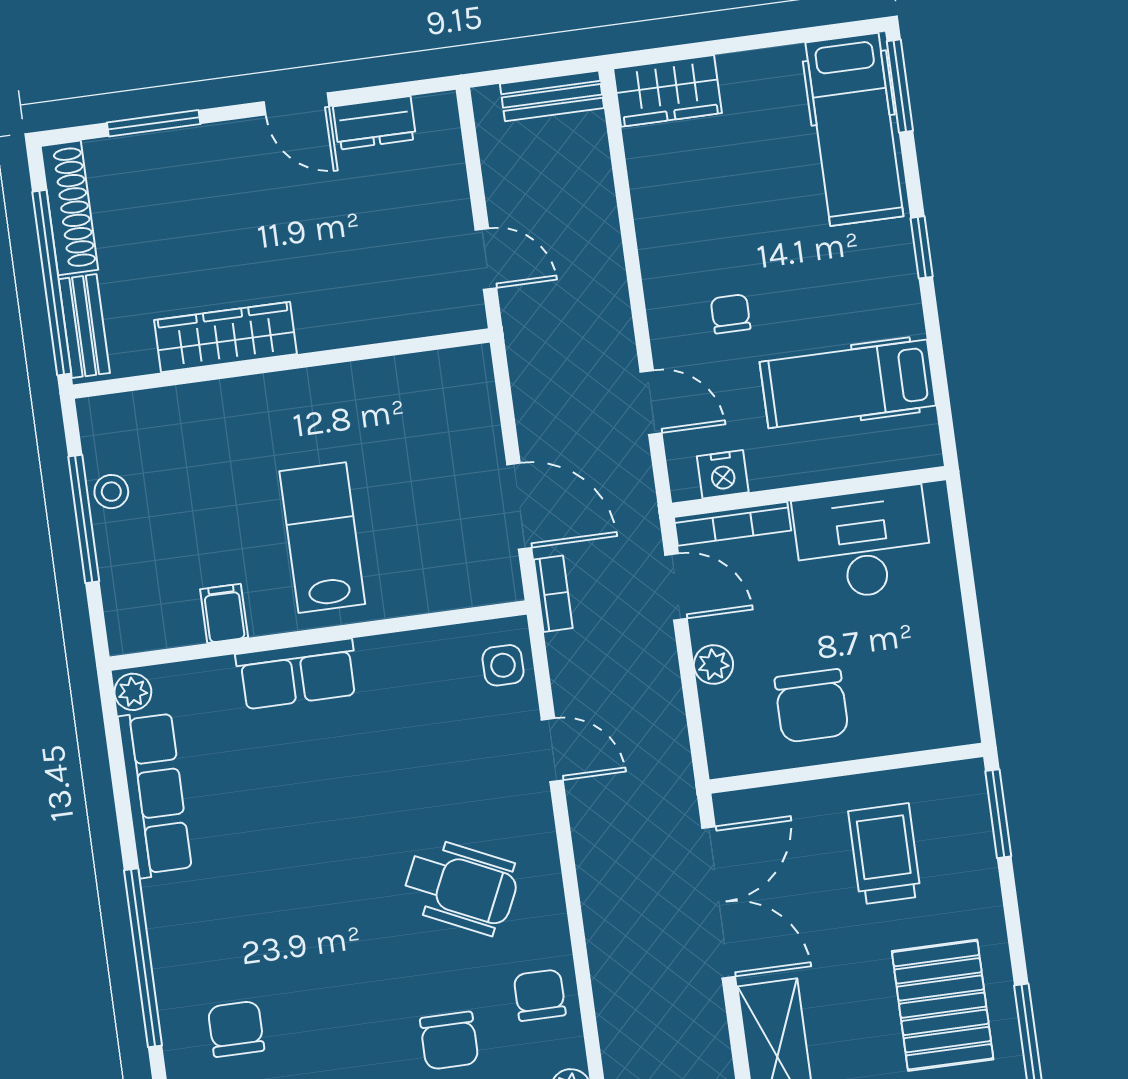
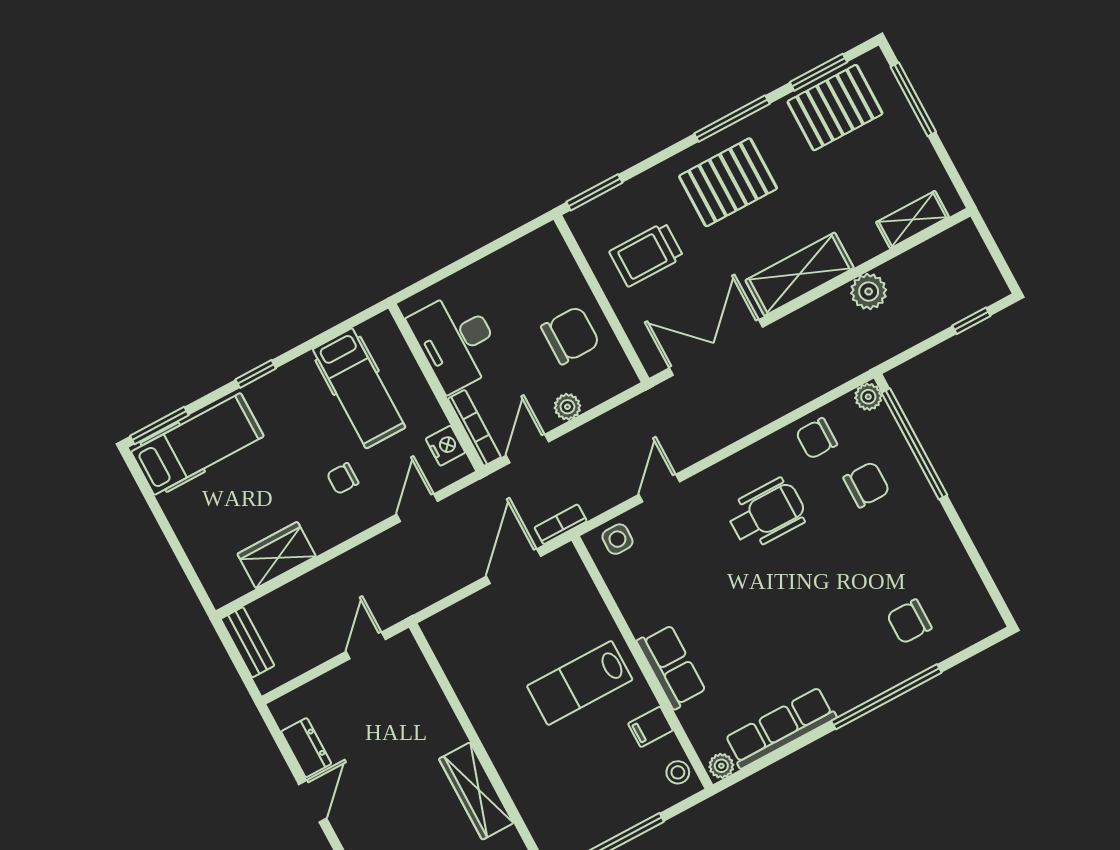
wardrobe: (668, 91) -> (277, 555), moved, turned -90
stool: (111, 492) -> (678, 772), moved
wheelchair: (461, 887) -> (767, 514), turned 65

